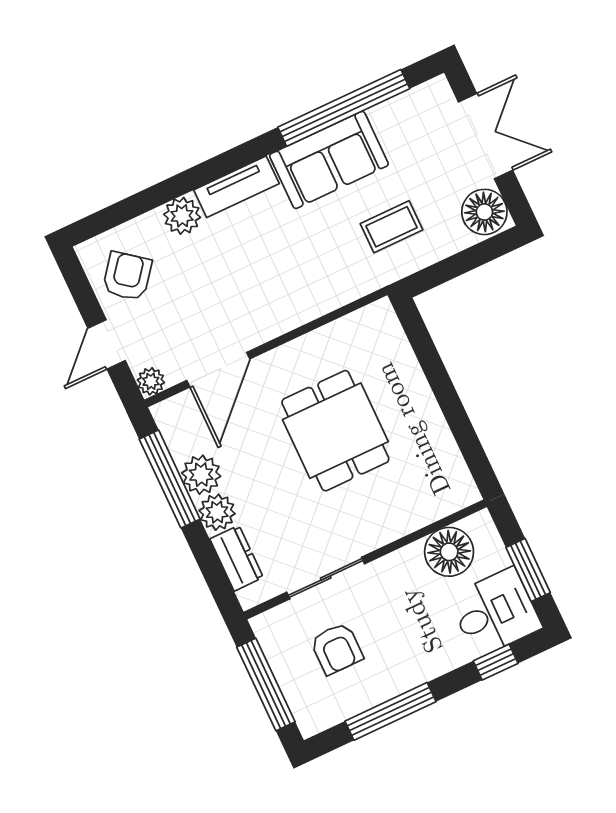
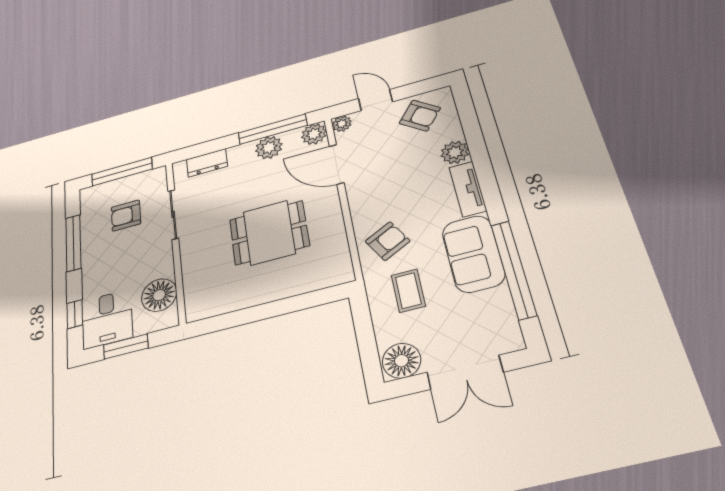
armchair: (326, 270) -> (388, 241), added
plant: (217, 512) -> (314, 134), moved

